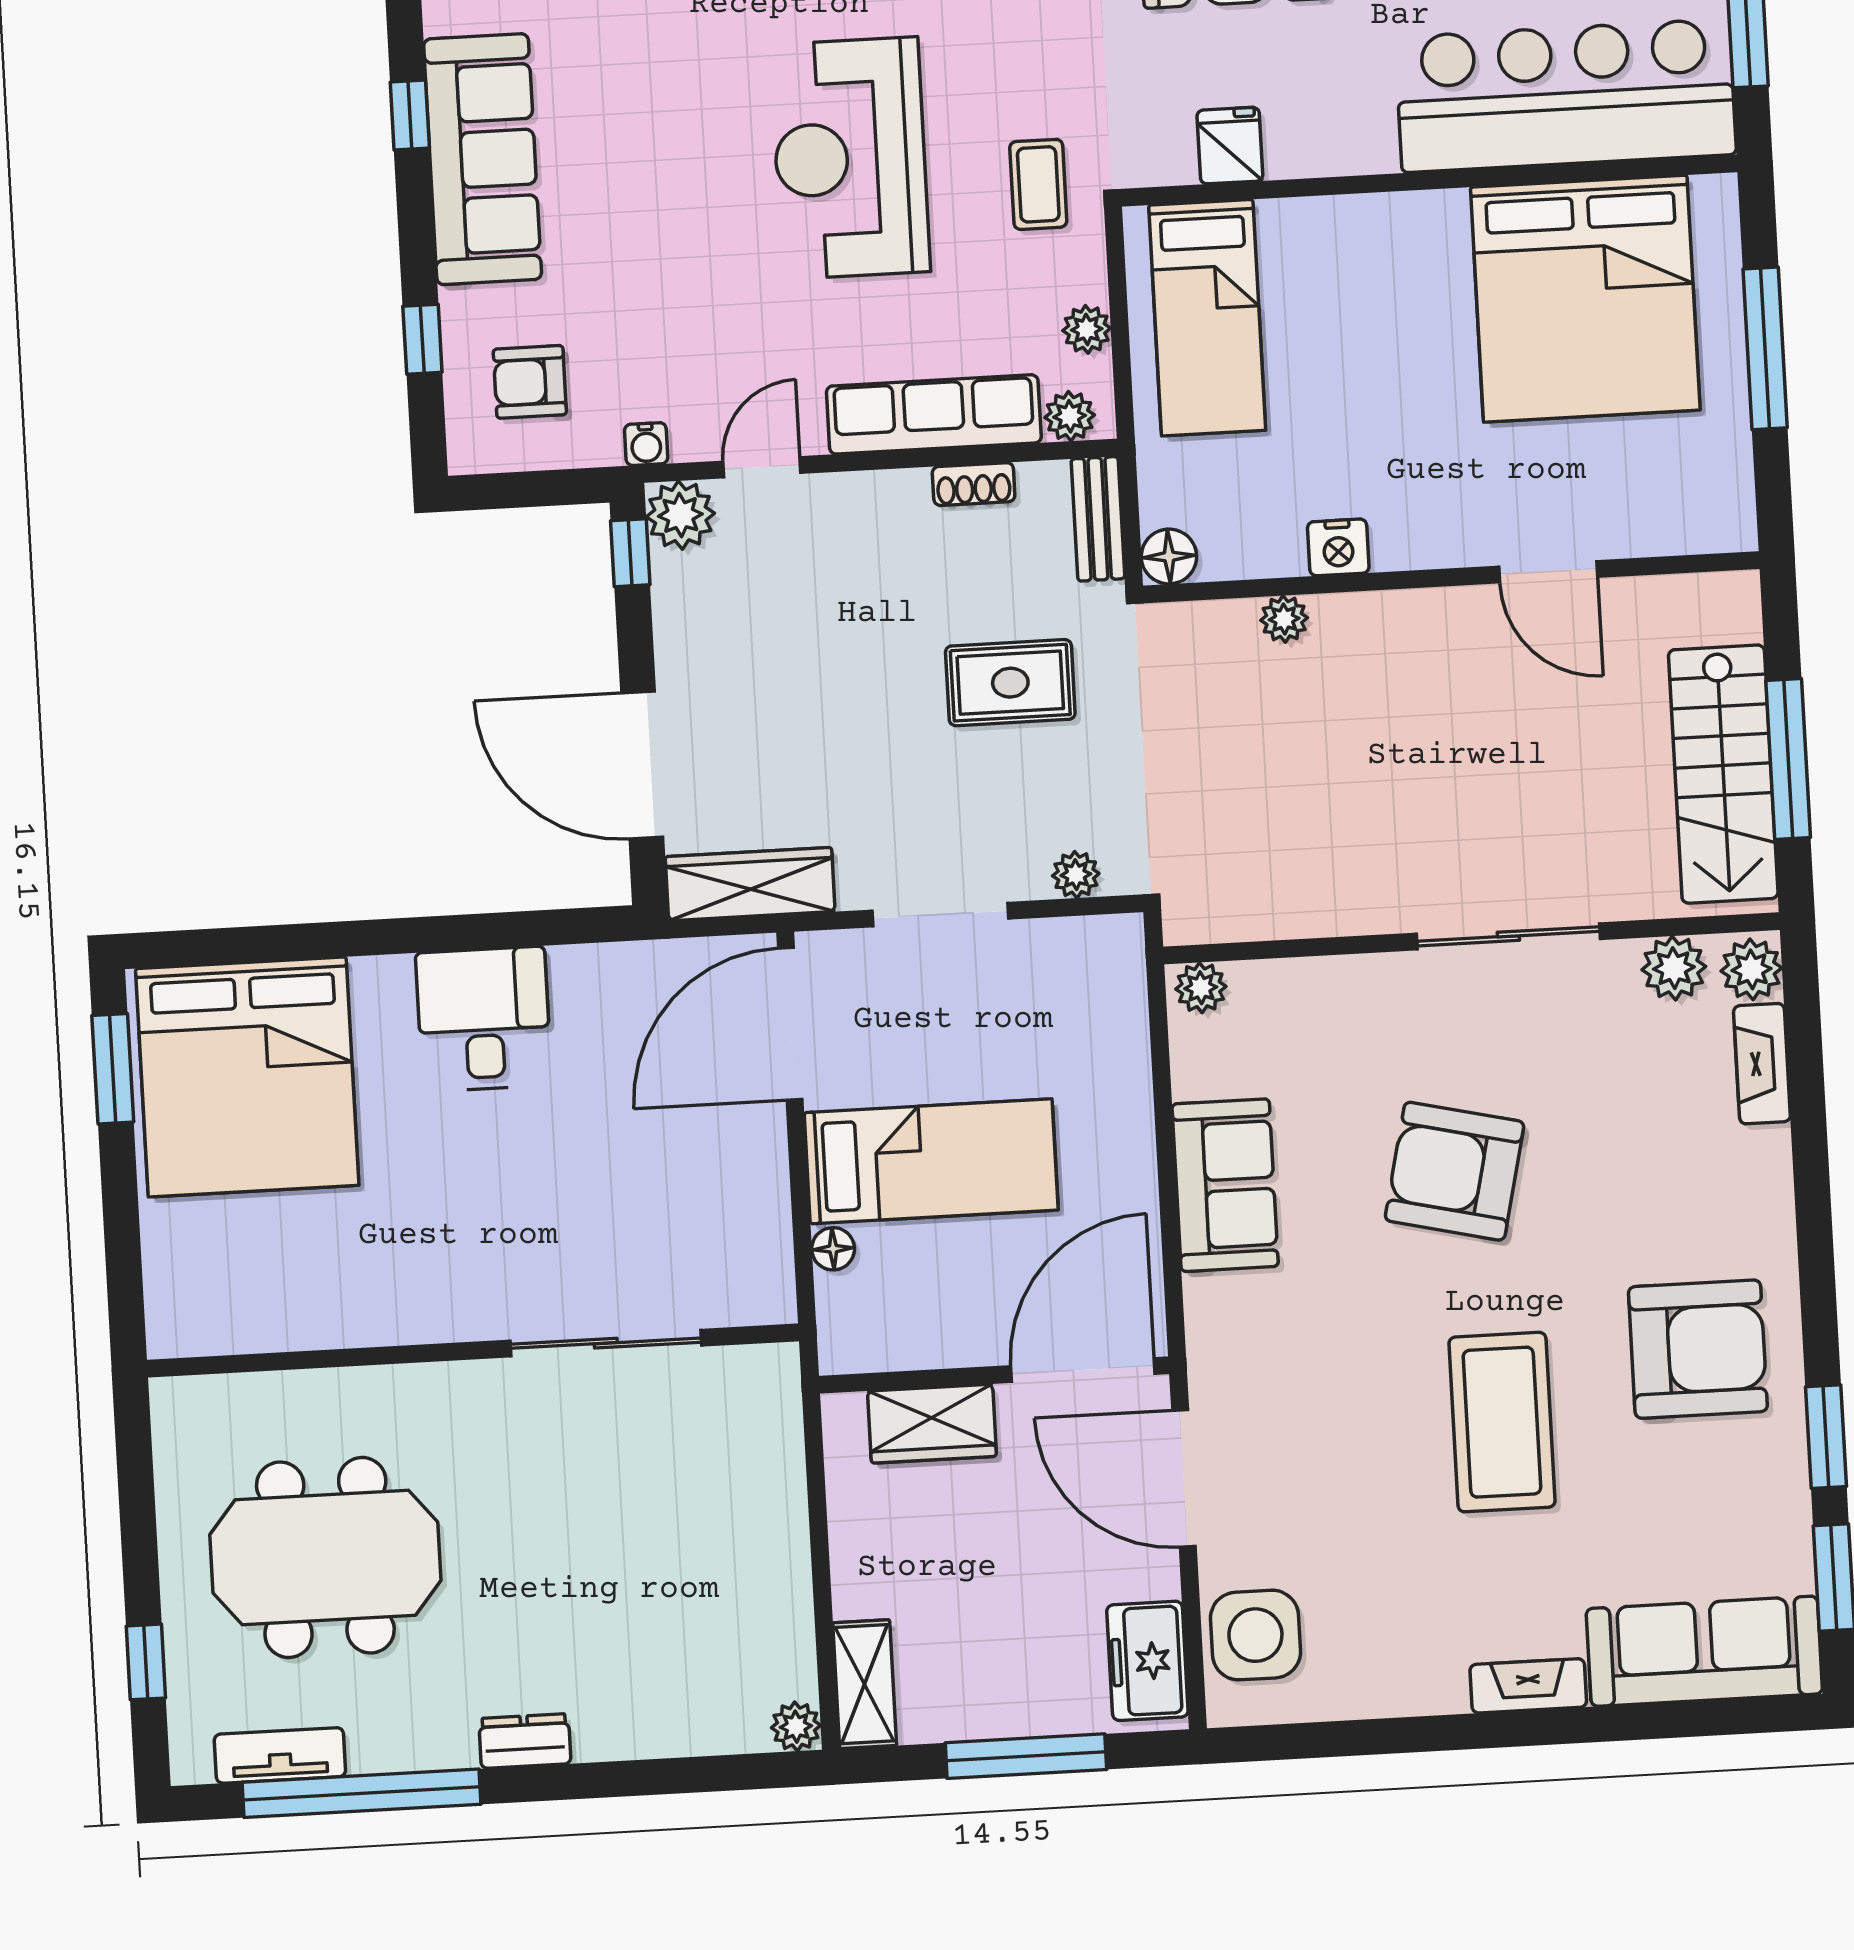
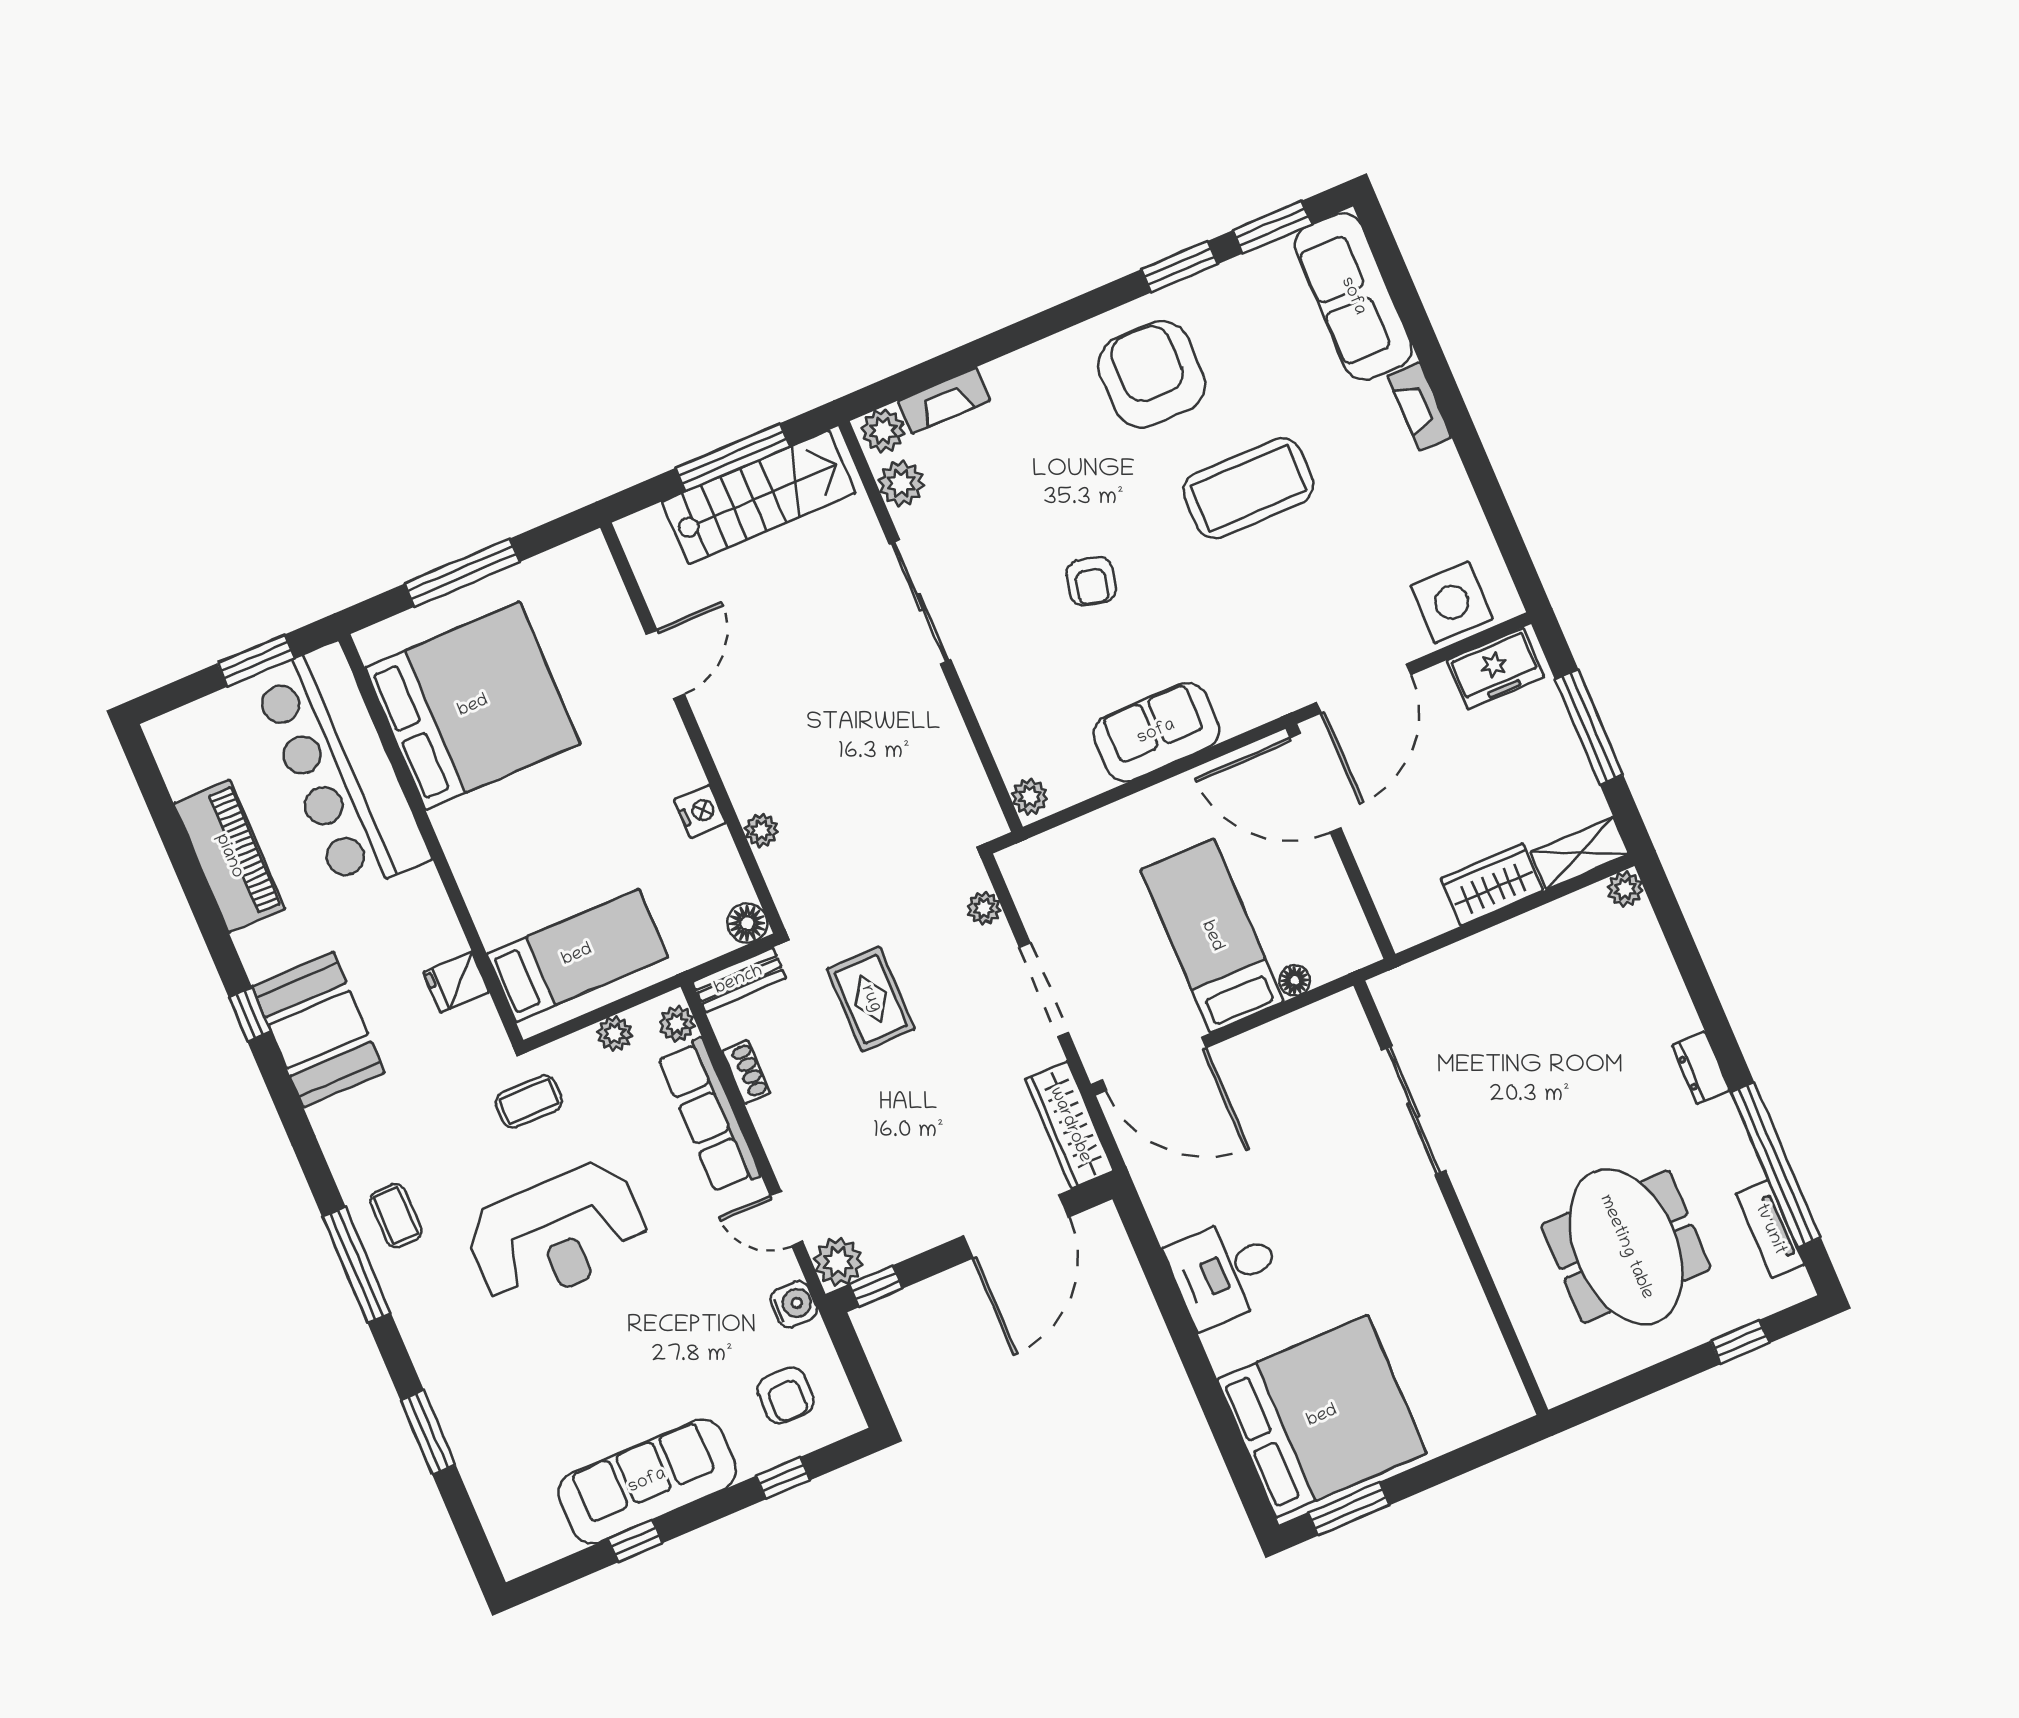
water cooler: (646, 444) -> (794, 1304), width x1.38, depth x1.38
armchair: (1455, 1171) -> (1091, 581), width x0.53, depth x0.53
wardrobe: (932, 1424) -> (1492, 885), moved, turned -90

